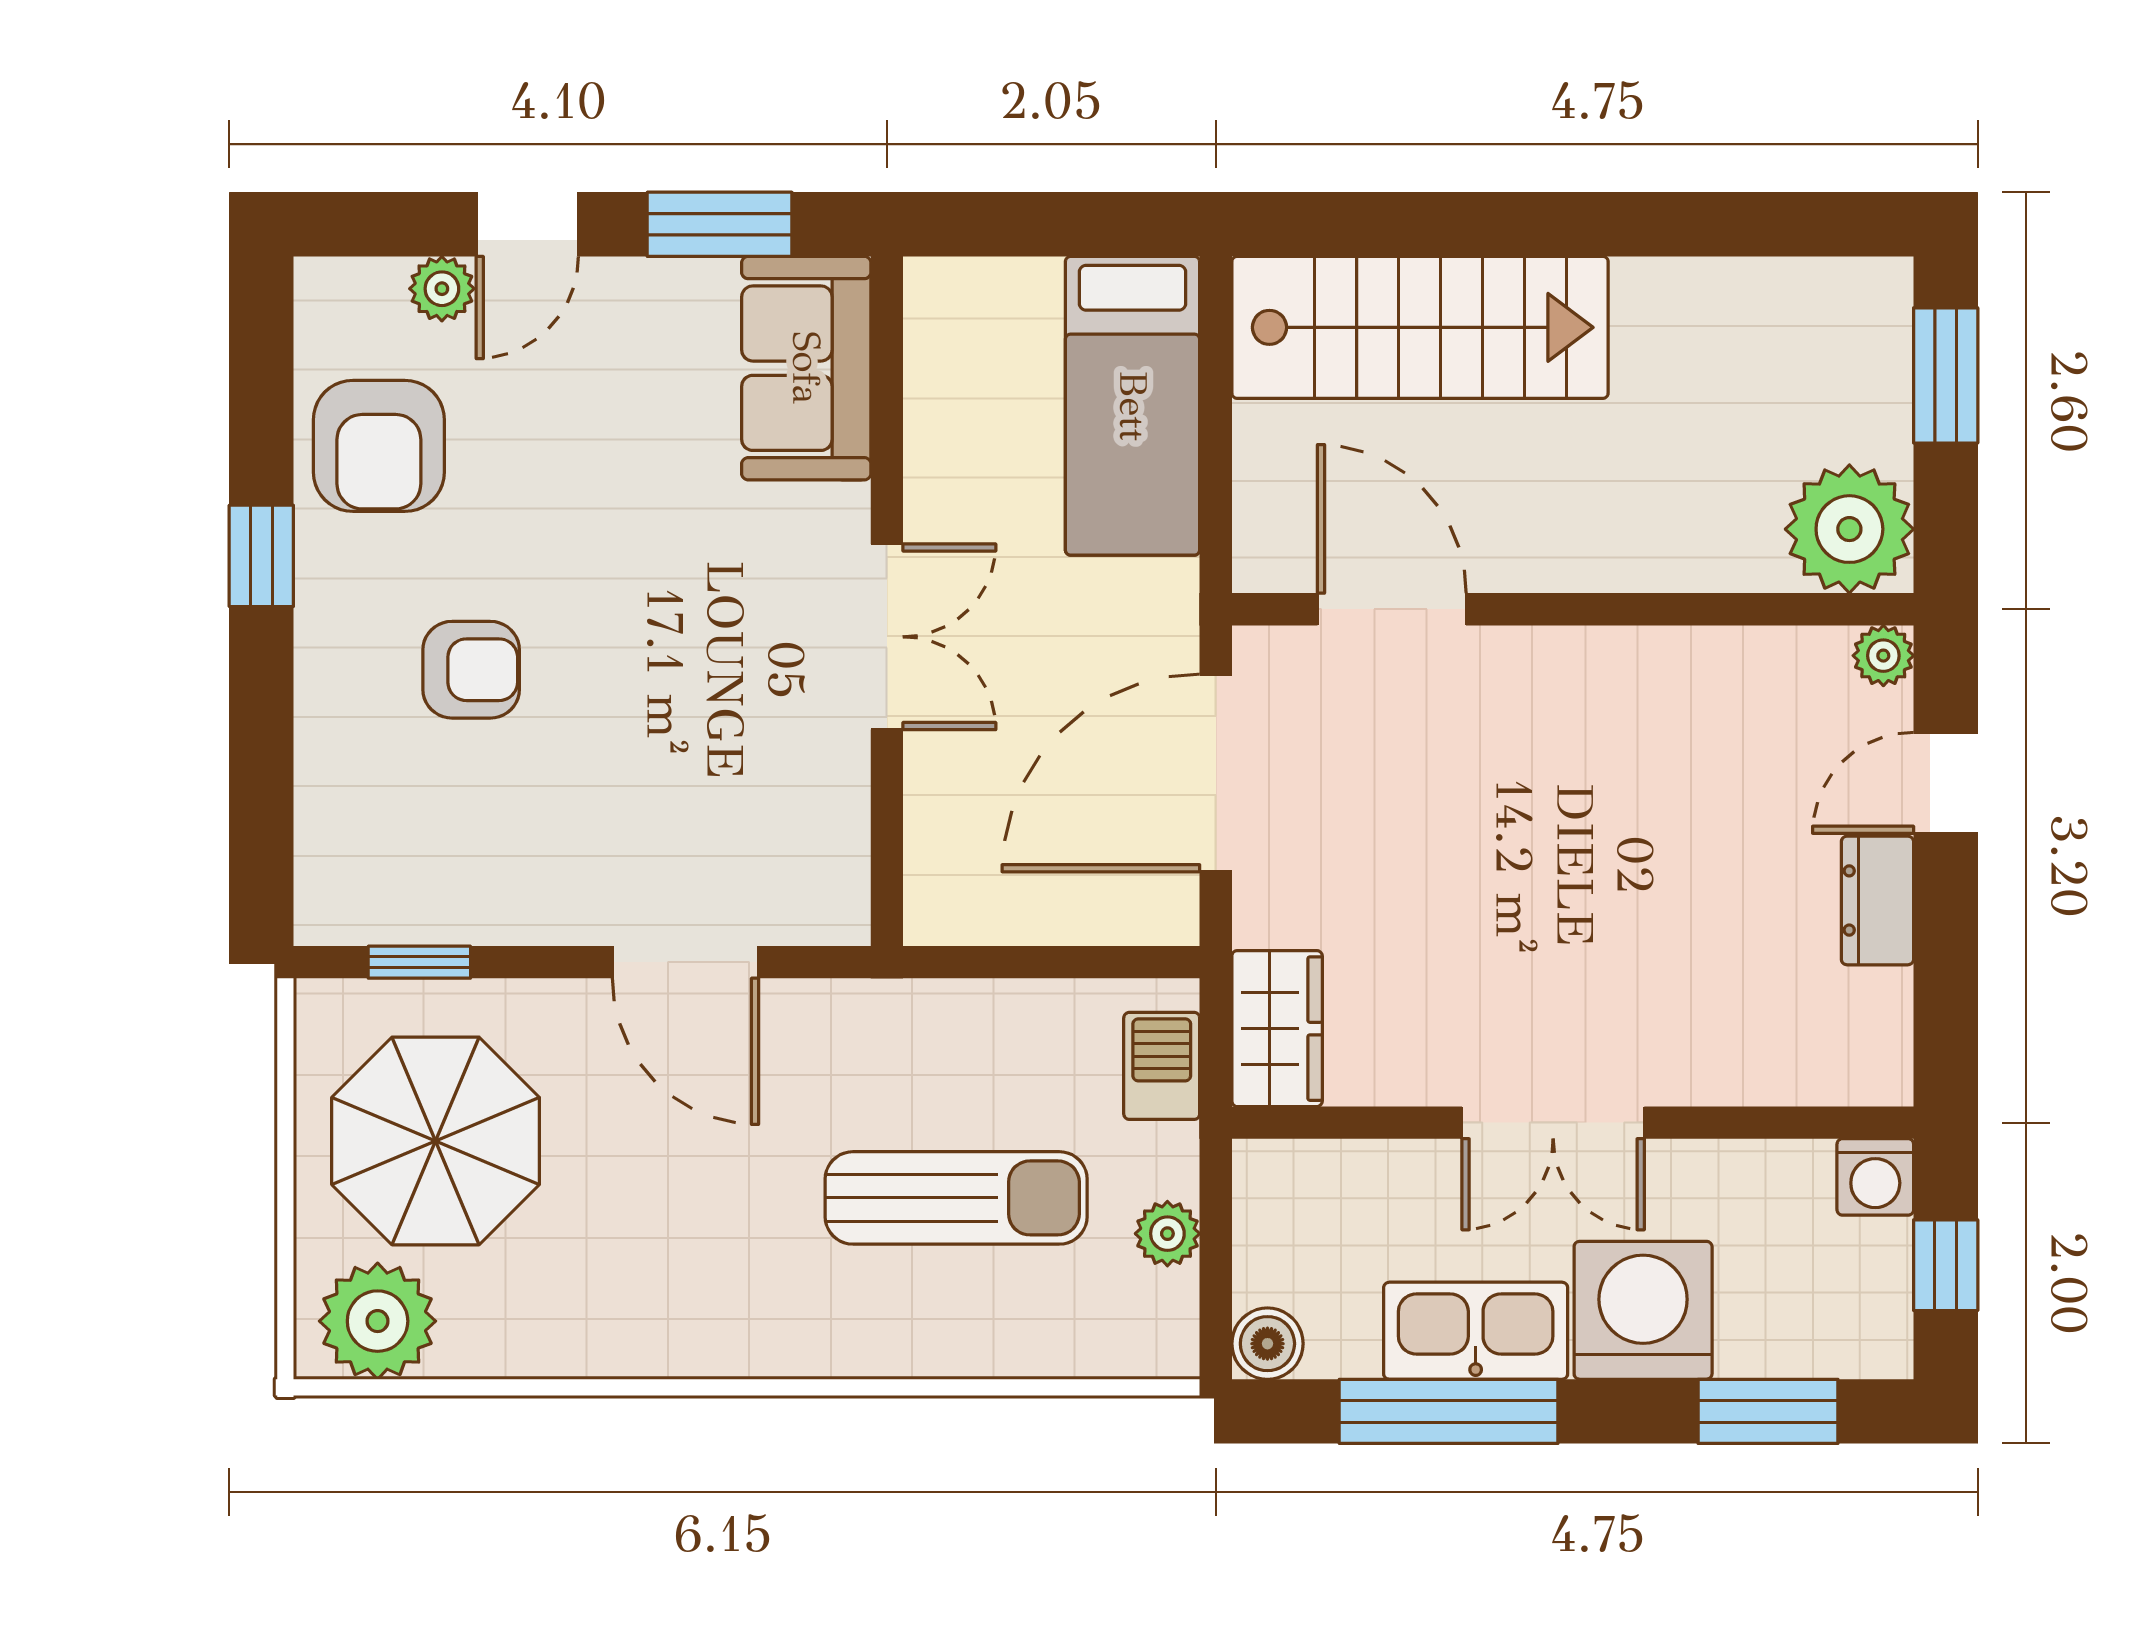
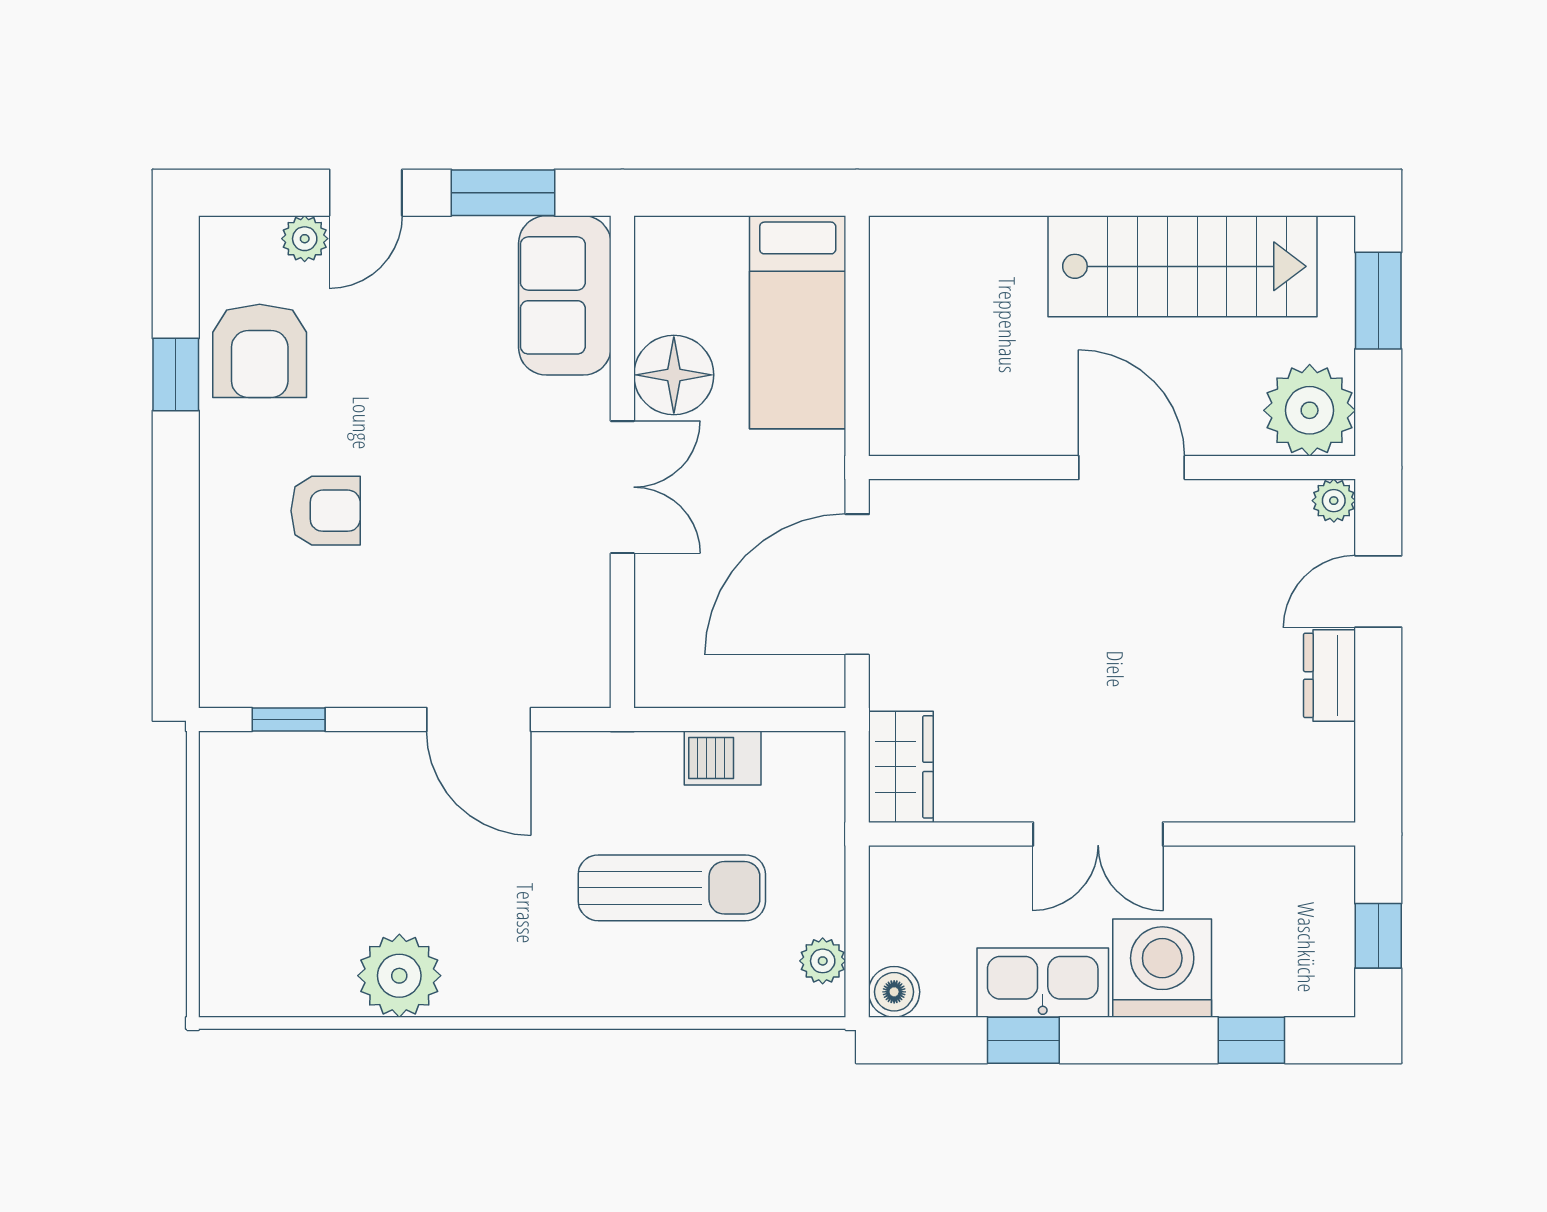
stairs: (1420, 327) -> (1182, 266), moved
floor lamp: (959, 480) -> (674, 375), added
window: (261, 556) -> (176, 374), moved
door: (1392, 609) -> (1132, 468), moved
barbecue: (1162, 1066) -> (723, 758), moved, turned -90
parasol: (436, 1141) -> (300, 847), removed
washing machine: (1875, 1177) -> (1328, 873), removed
plant: (1167, 1234) -> (823, 961), moved
plant: (378, 1321) -> (399, 976), moved
window: (1449, 1411) -> (1023, 1040), width x0.46
window: (1768, 1411) -> (1251, 1040), width x0.67

